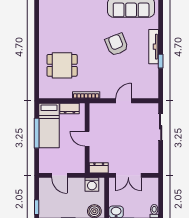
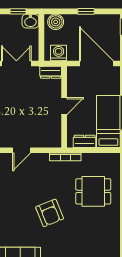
armchair: (117, 44) -> (50, 213), moved
door: (87, 139) -> (64, 106), hinge flipped
door: (59, 175) -> (96, 63), width x1.88

